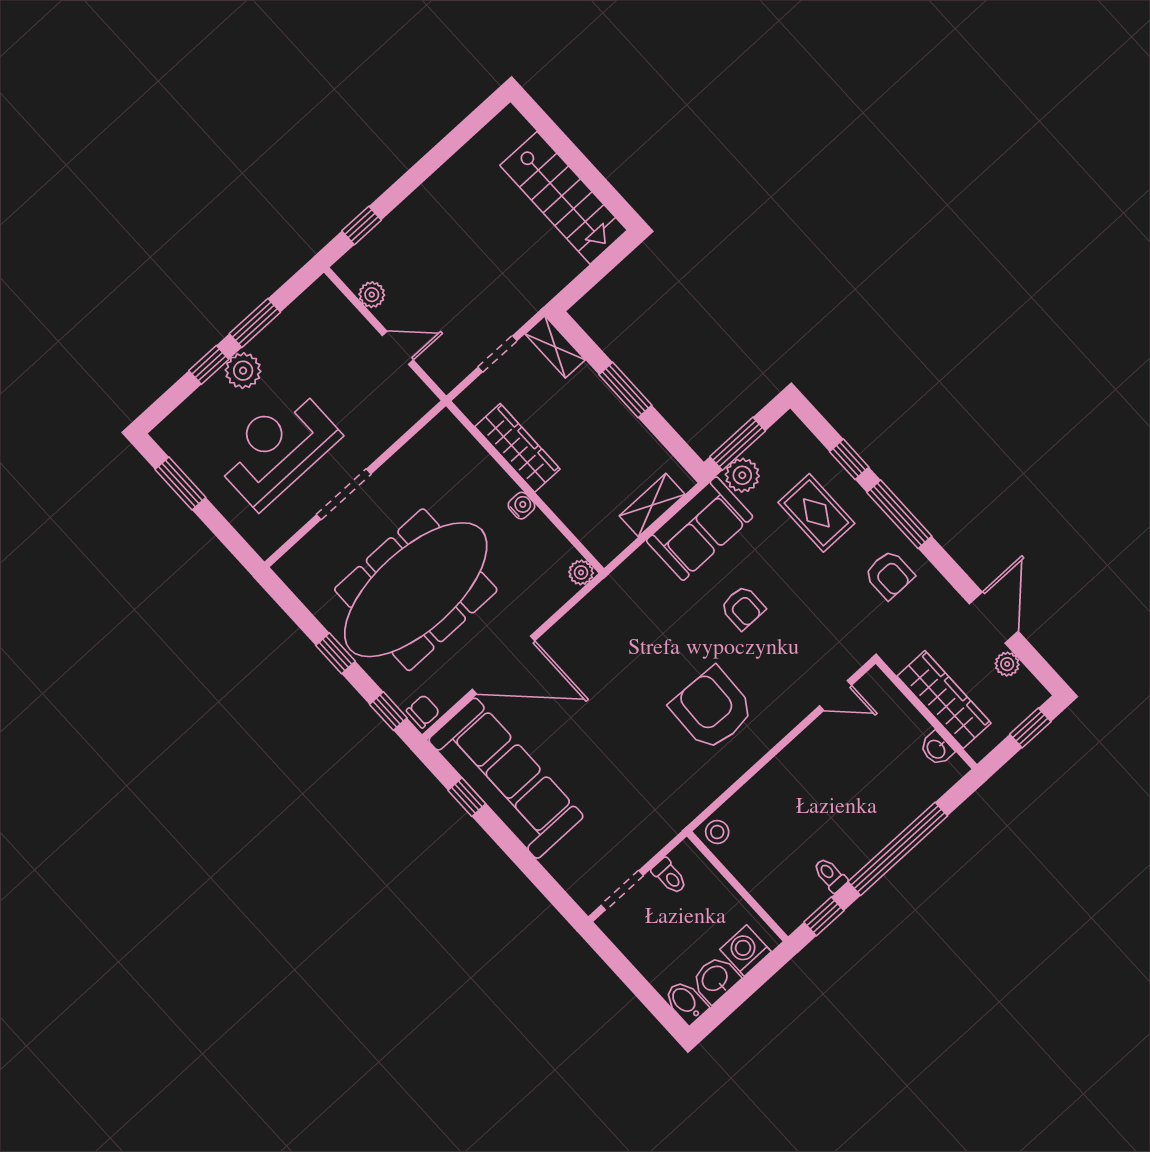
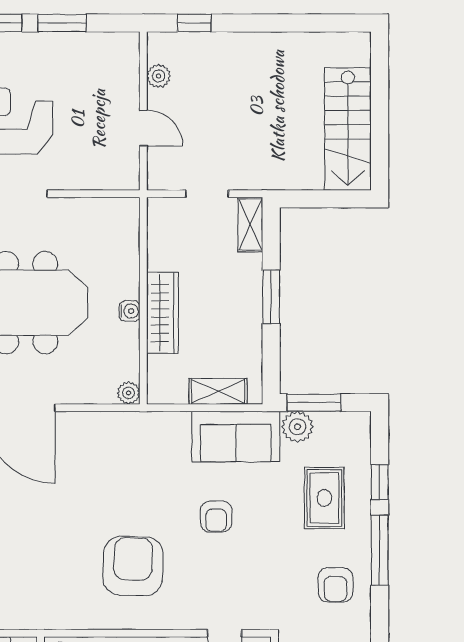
plant: (243, 371) -> (25, 48), removed
wardrobe: (517, 448) -> (162, 313), moved

